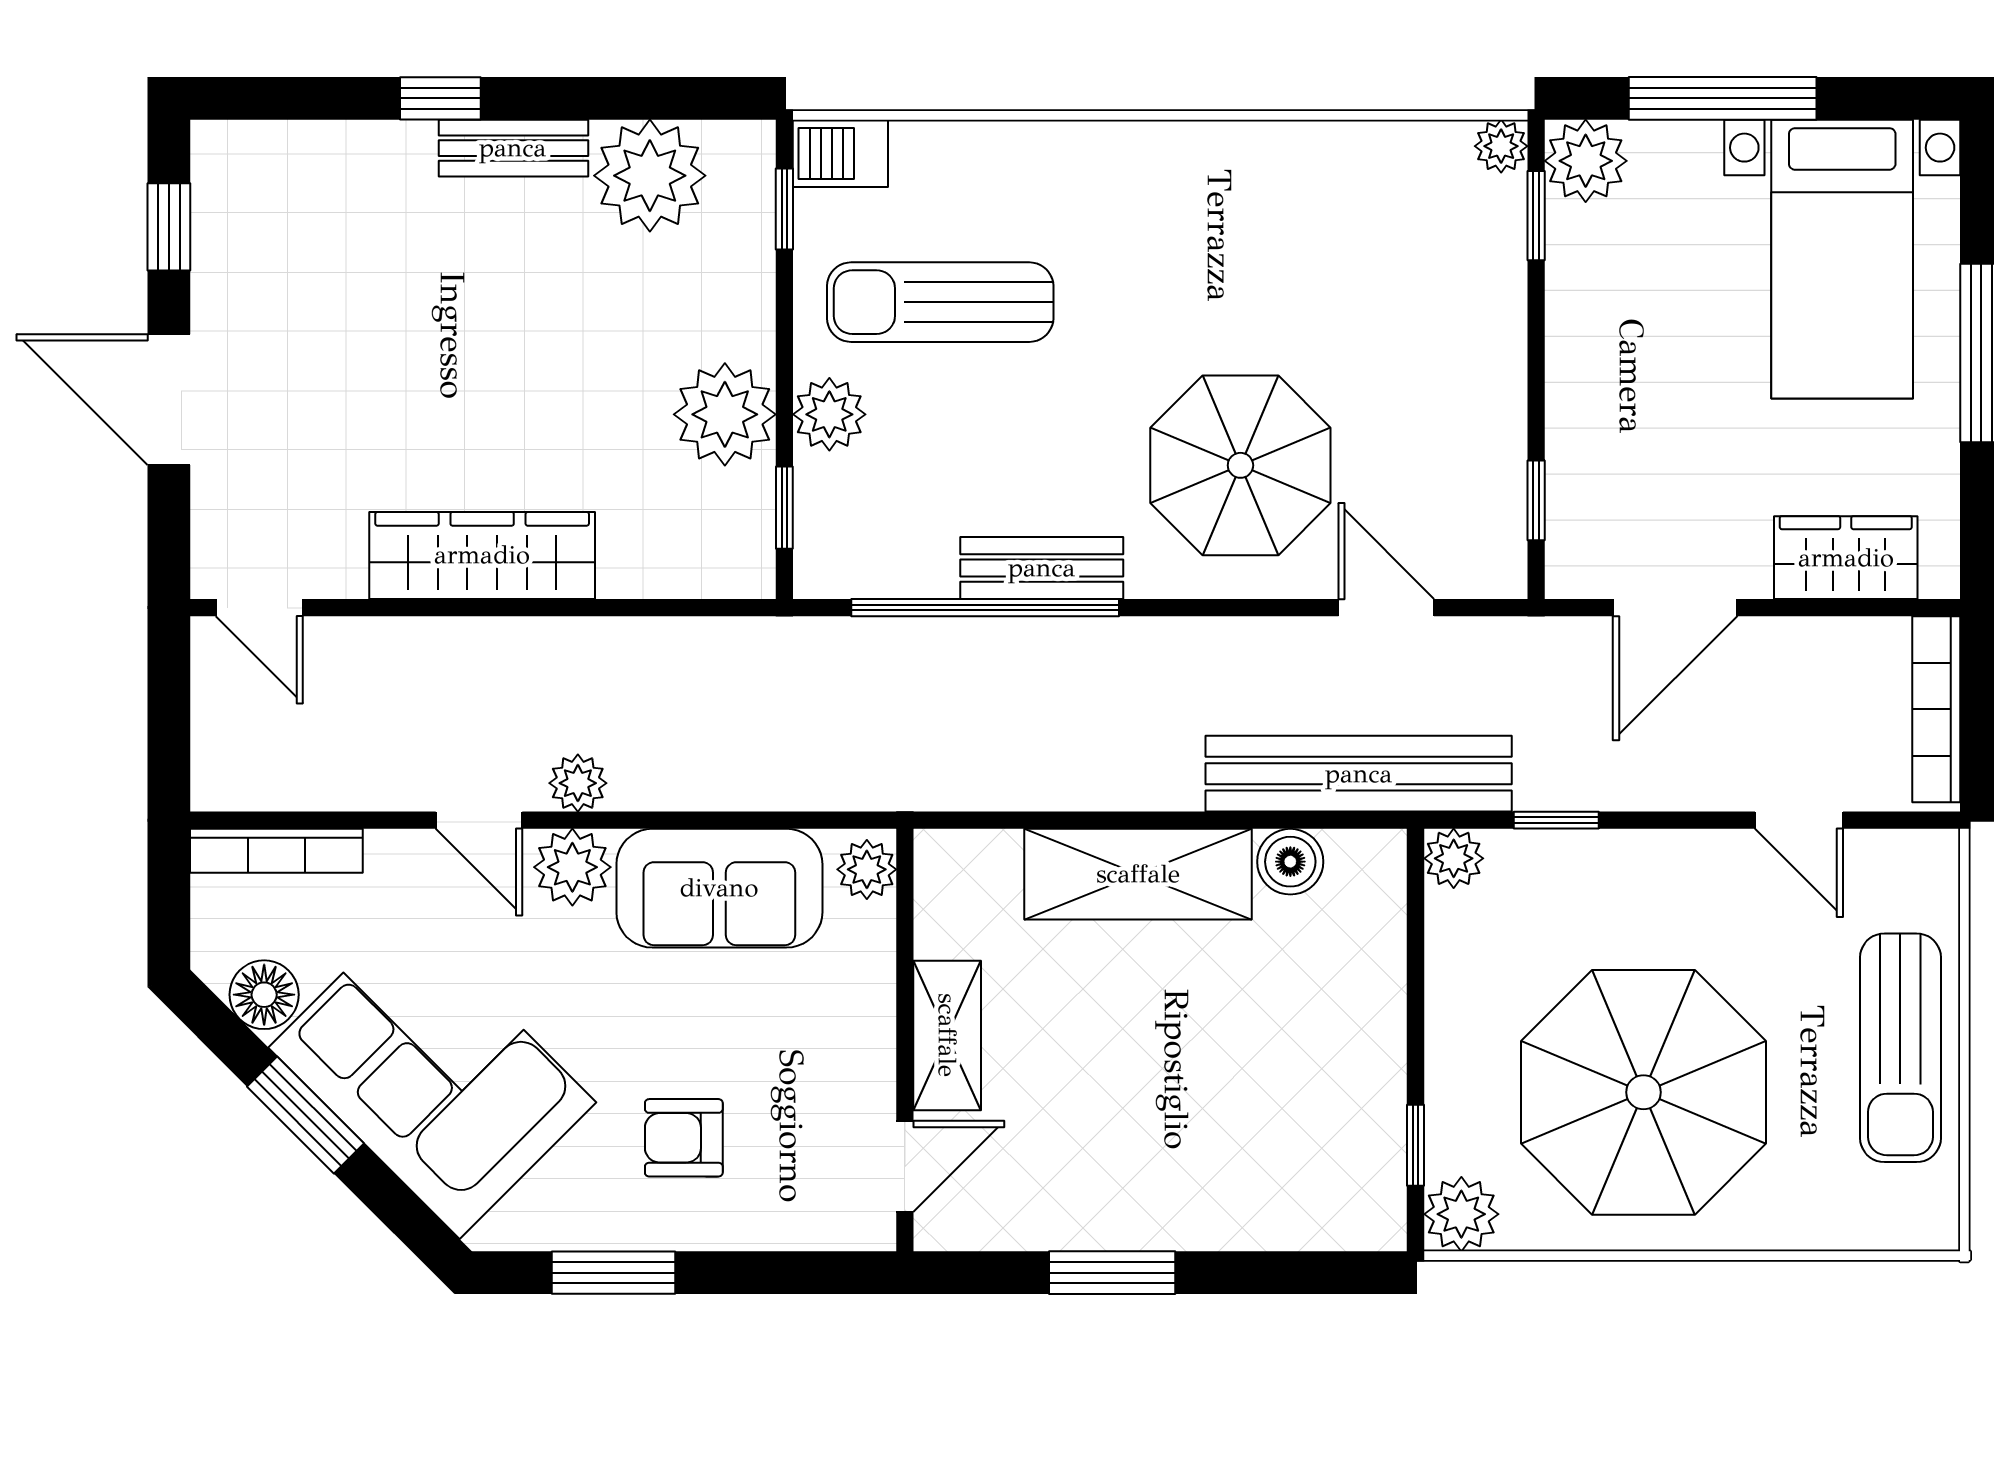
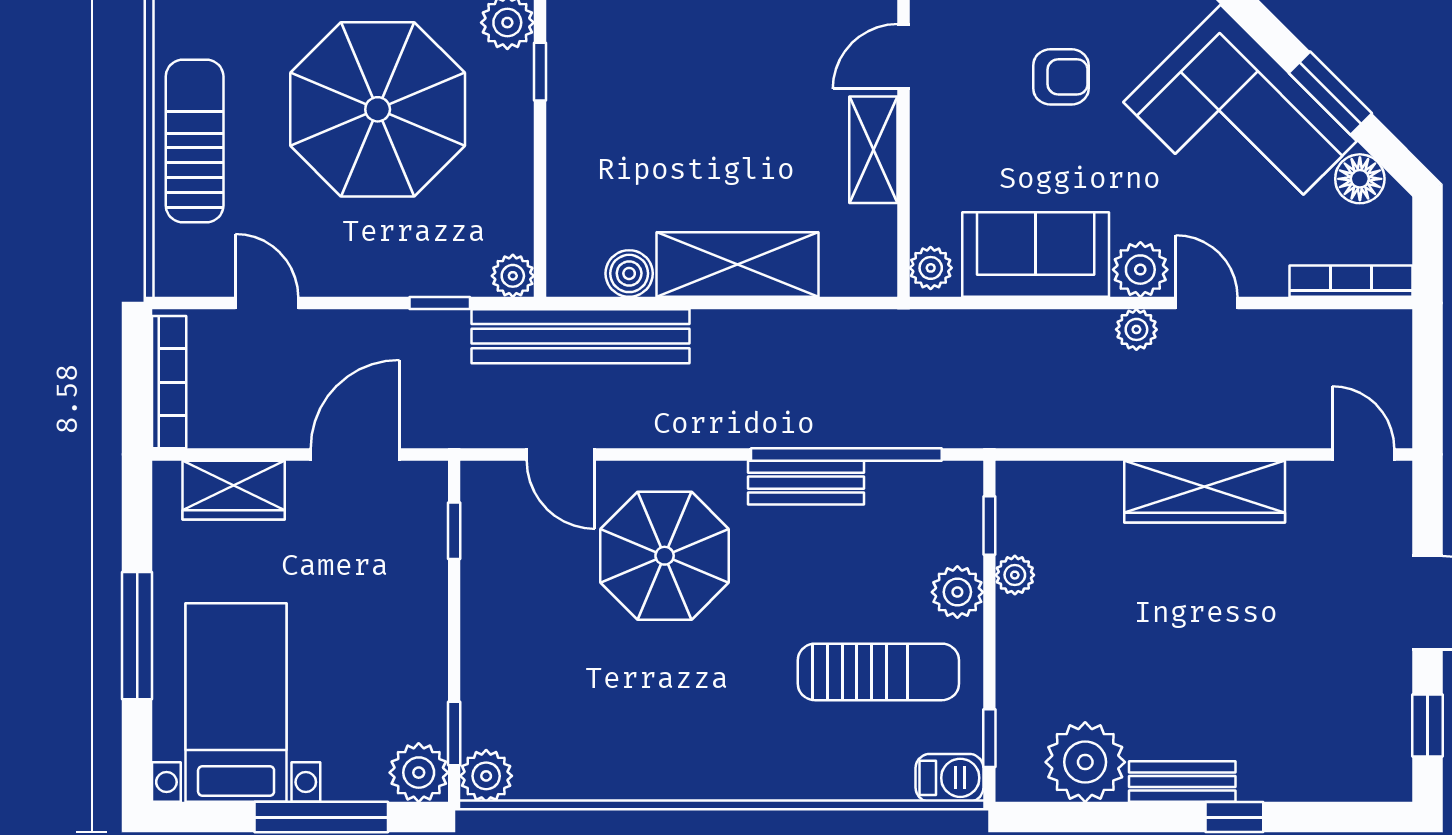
plant: (1501, 146) -> (486, 776), width x1.38, depth x1.38
plant: (725, 414) -> (1015, 575), width x0.53, depth x0.53

